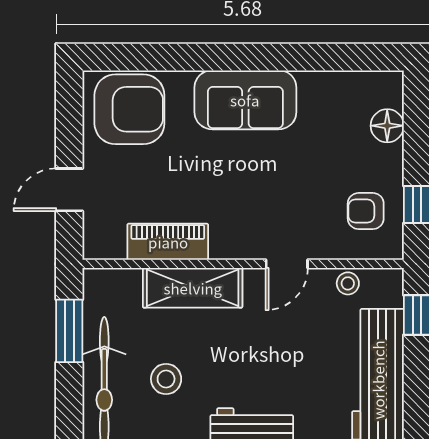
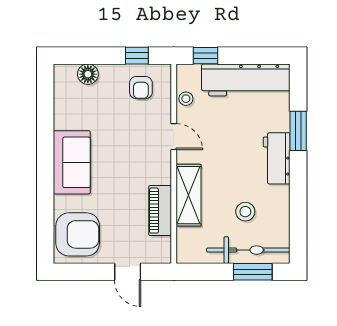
armchair: (129, 109) -> (78, 234), turned 90
window: (69, 331) -> (253, 272), moved

